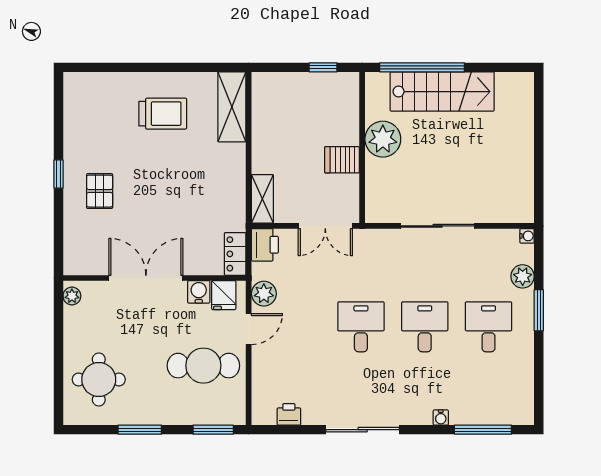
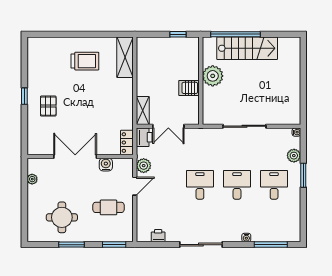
double door: (325, 226) -> (168, 126), moved
fridge: (224, 295) -> (120, 166), removed
plant: (72, 296) -> (32, 179), moved
cafe table: (203, 366) -> (108, 207), width x0.73, depth x0.74
round table: (99, 379) -> (62, 217), moved

